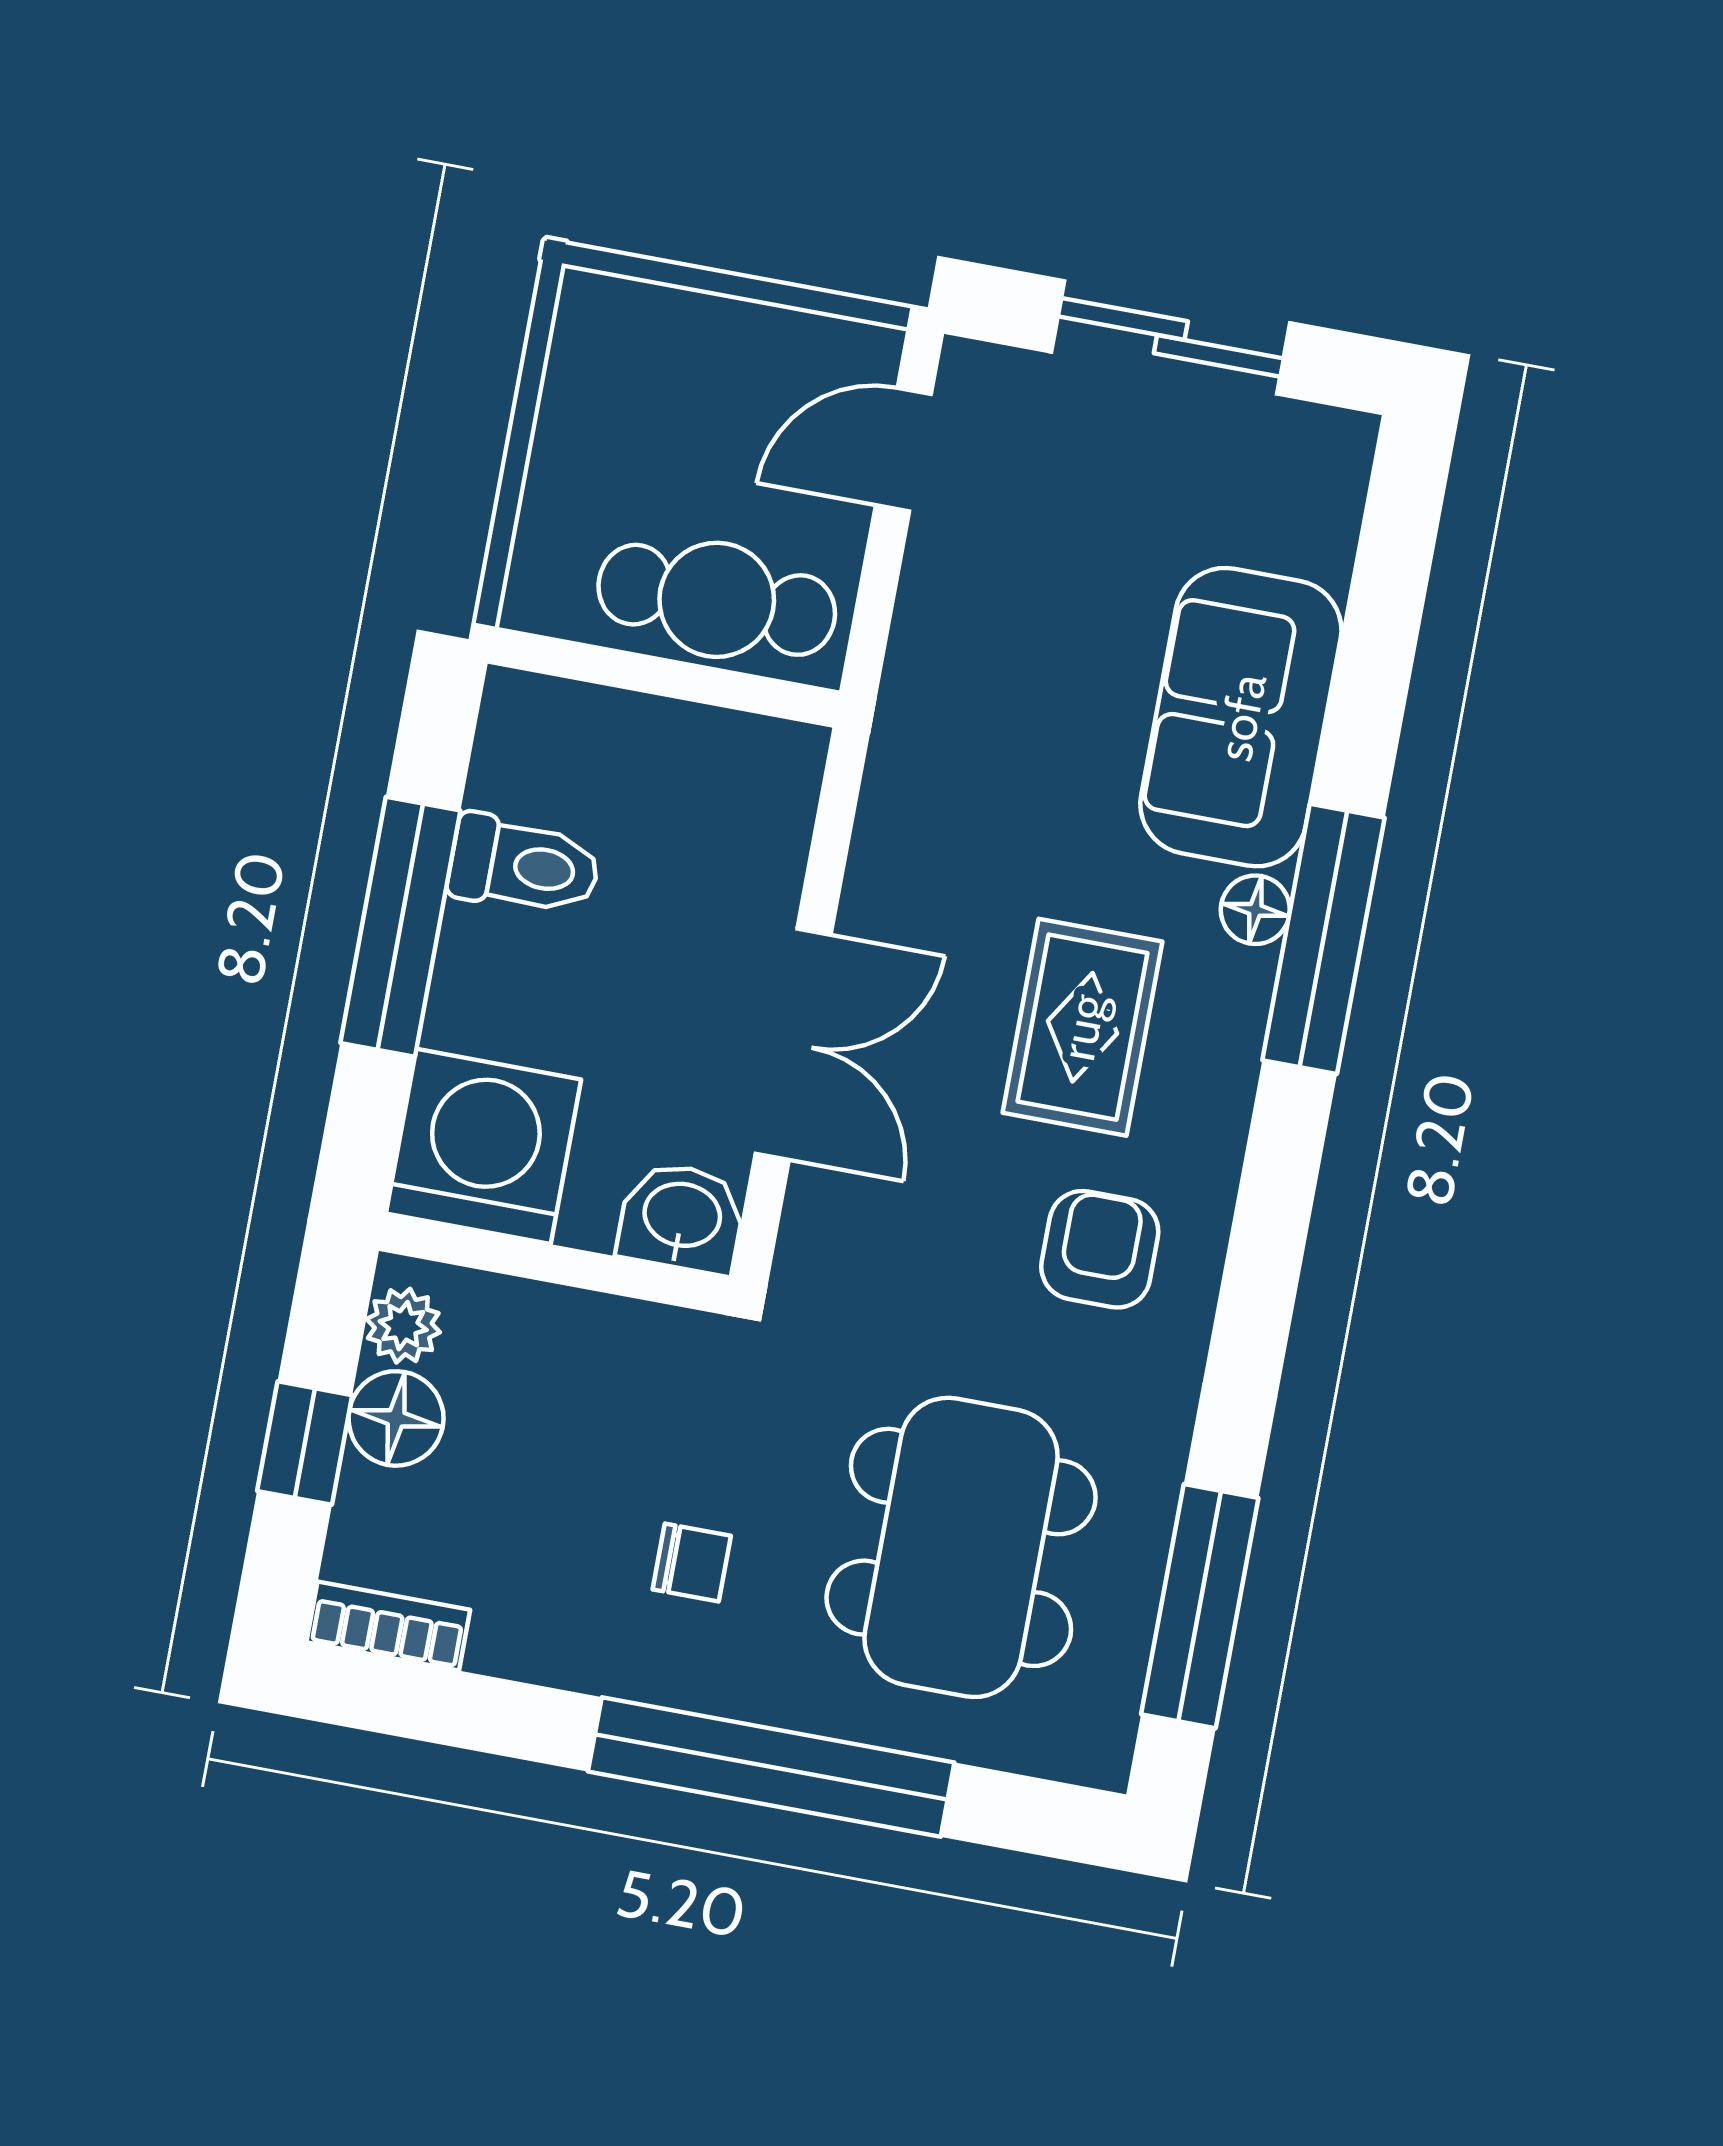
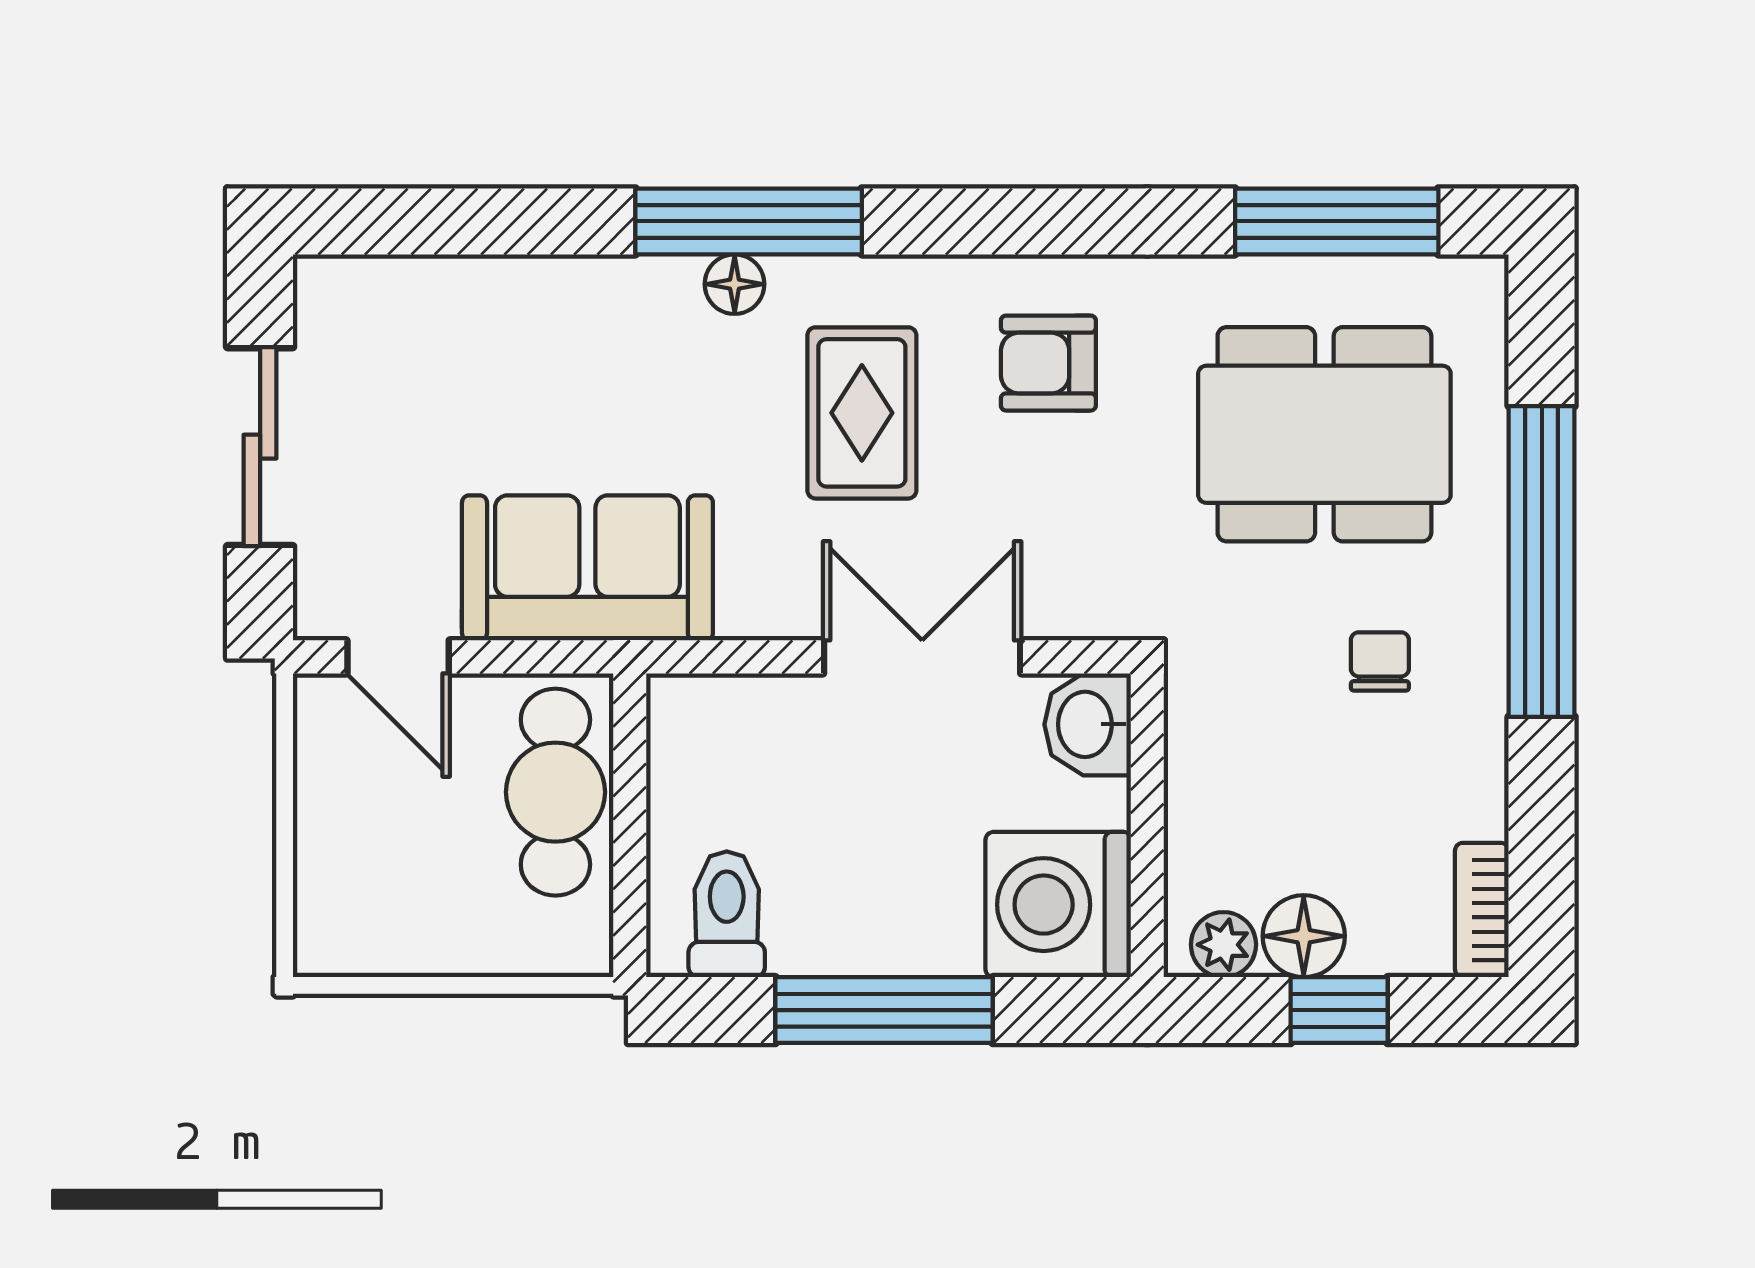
sofa: (1241, 717) -> (587, 568), moved, turned 180
toilet: (524, 865) -> (727, 914), moved
rug: (1082, 1027) -> (862, 413), turned 90

